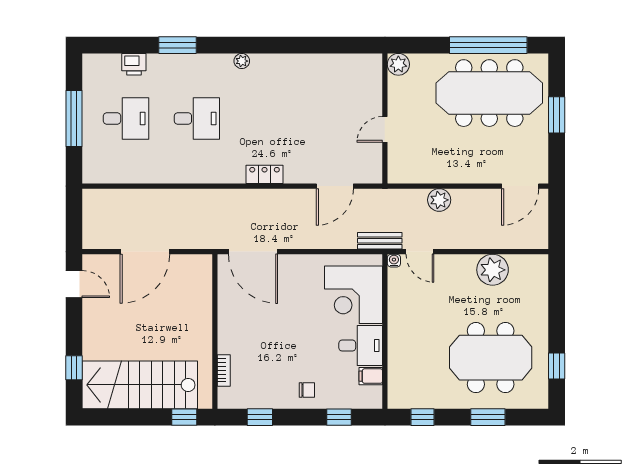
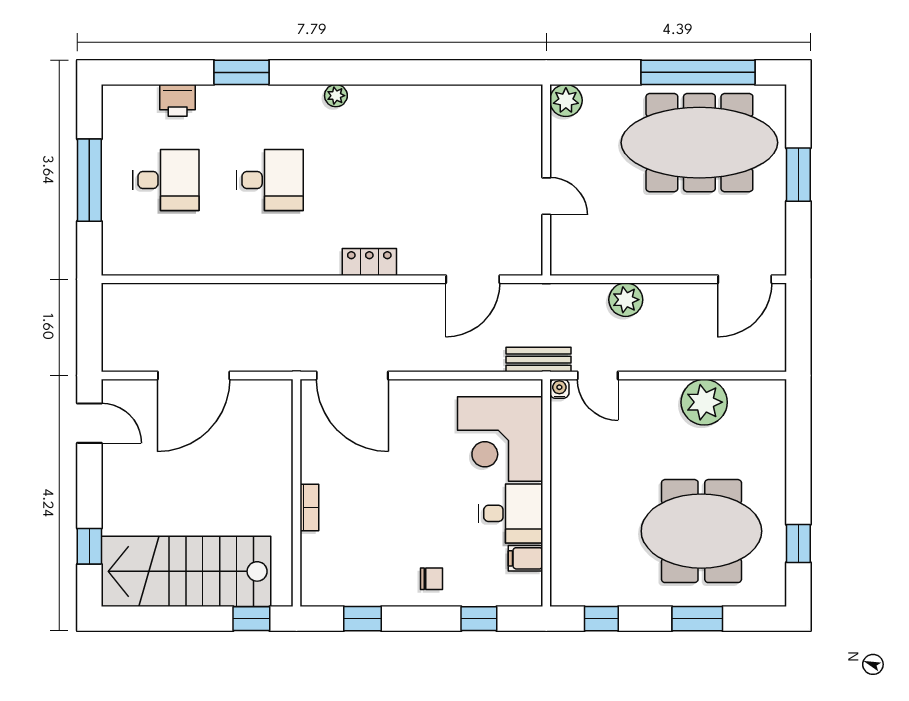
door: (385, 129) -> (546, 196), swing flipped
bookcase: (224, 370) -> (309, 508), moved

